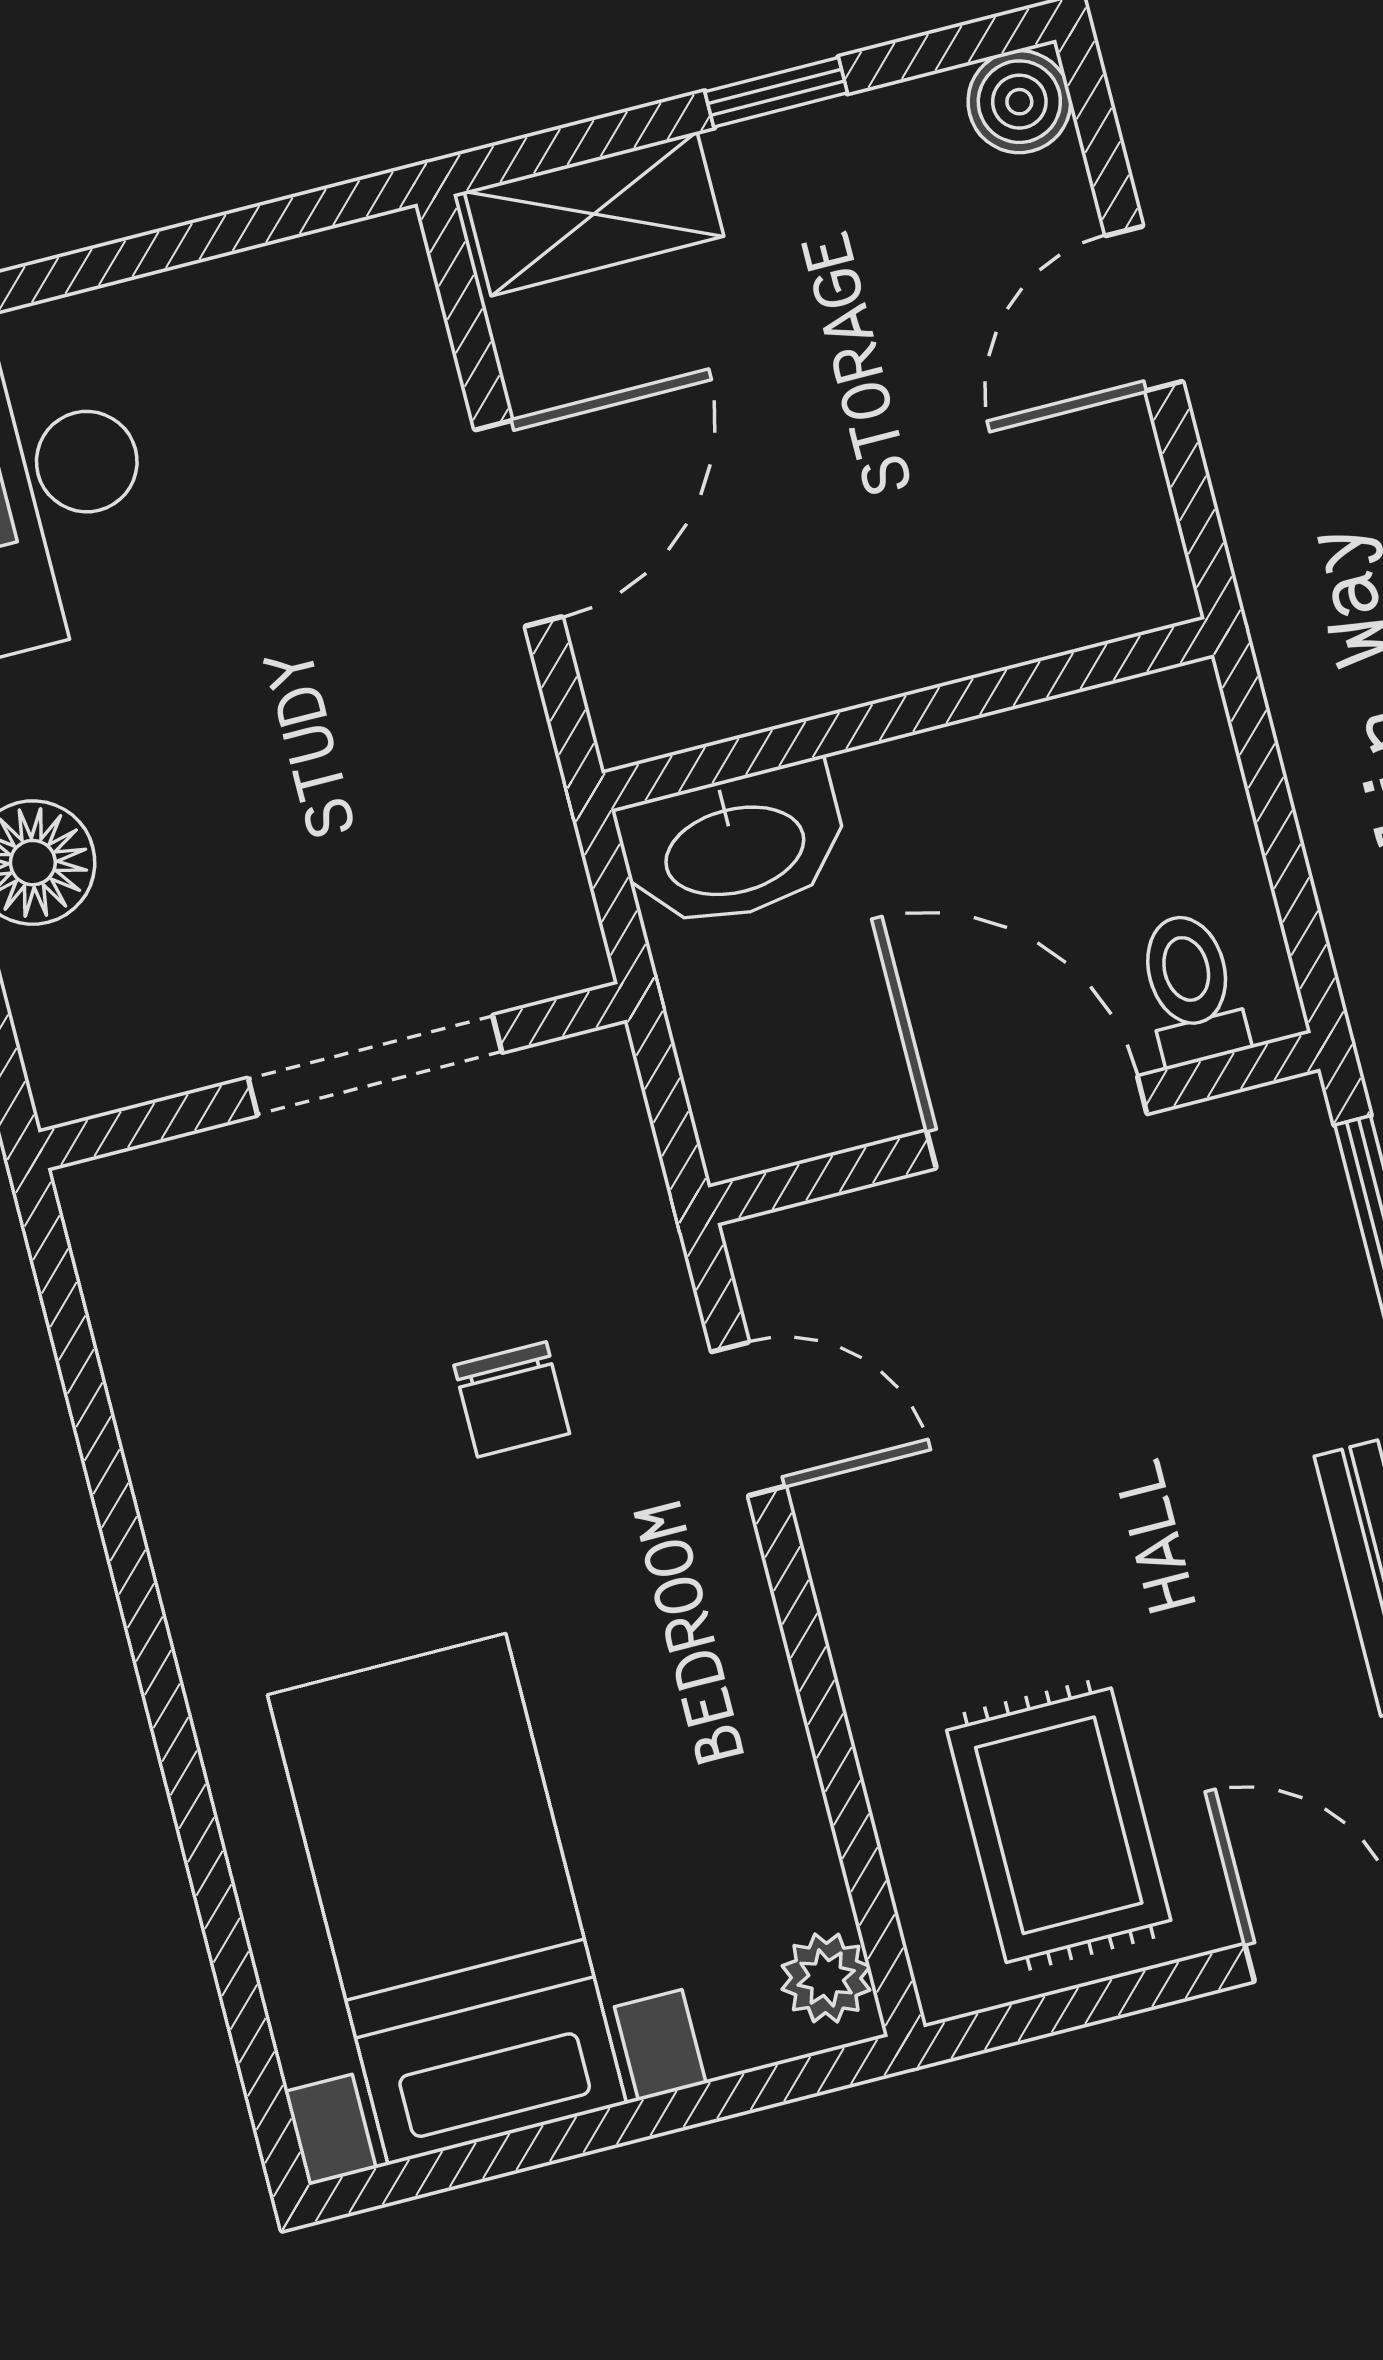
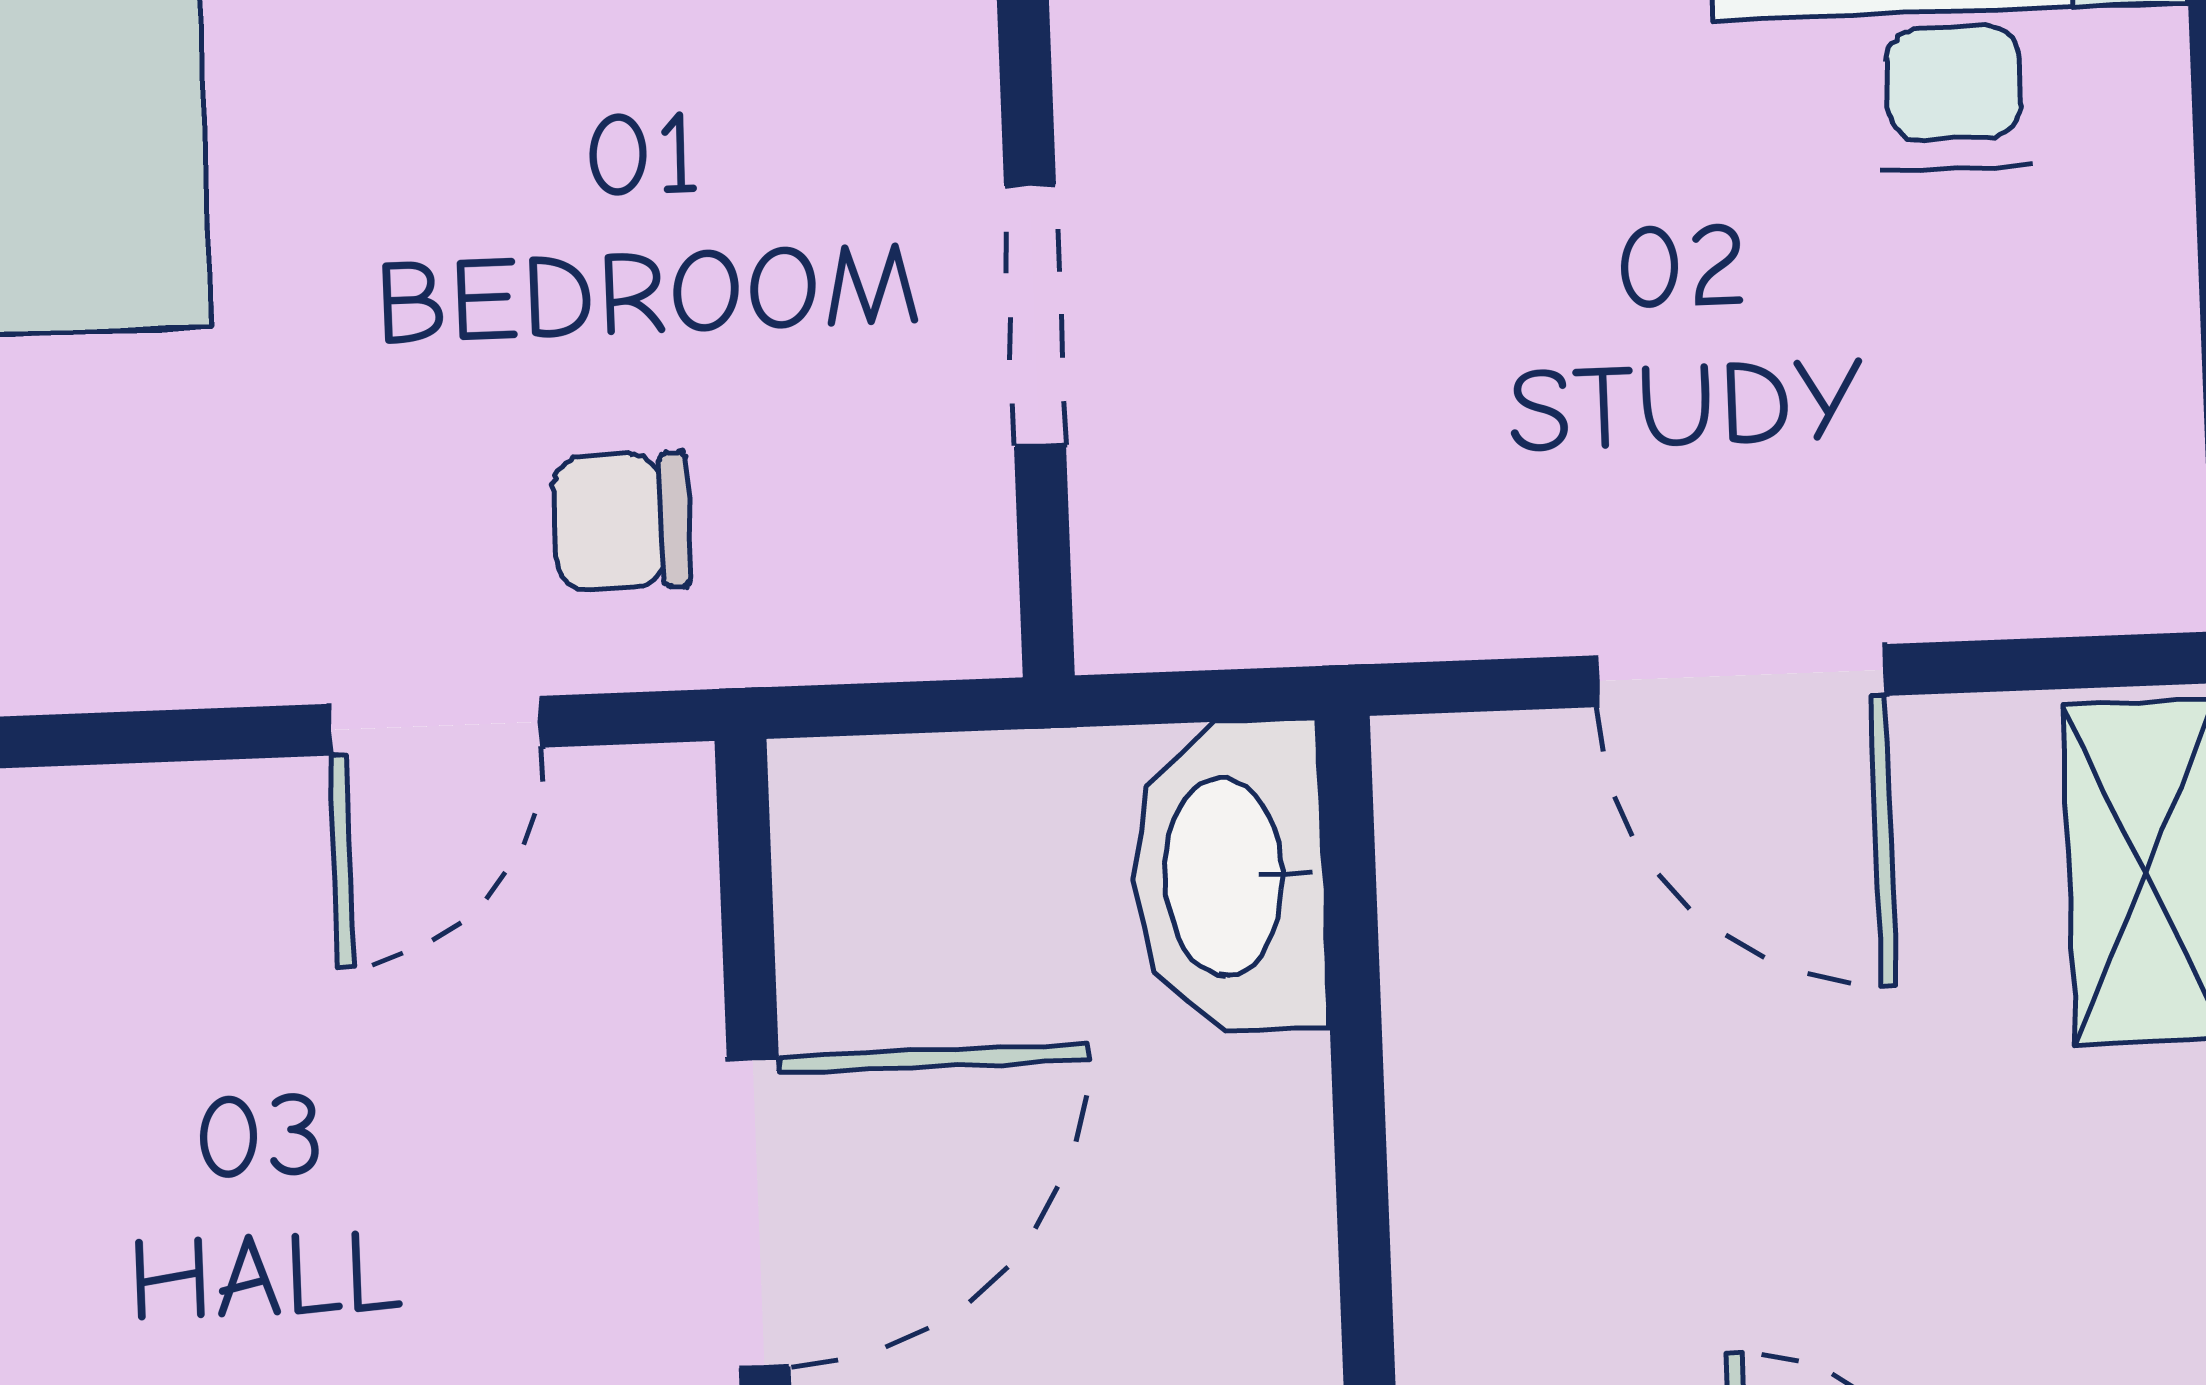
doorway: (375, 1065) -> (1035, 316), width x0.73
chair: (512, 1399) -> (622, 521), moved

